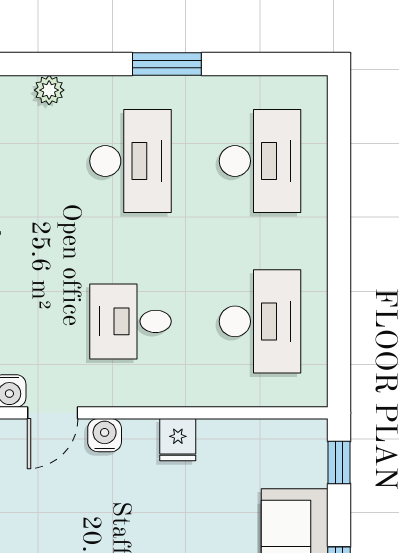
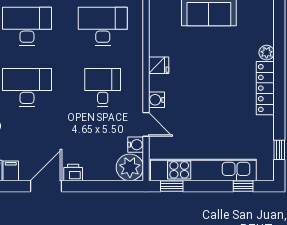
desk: (130, 321) -> (103, 88), turned 180

